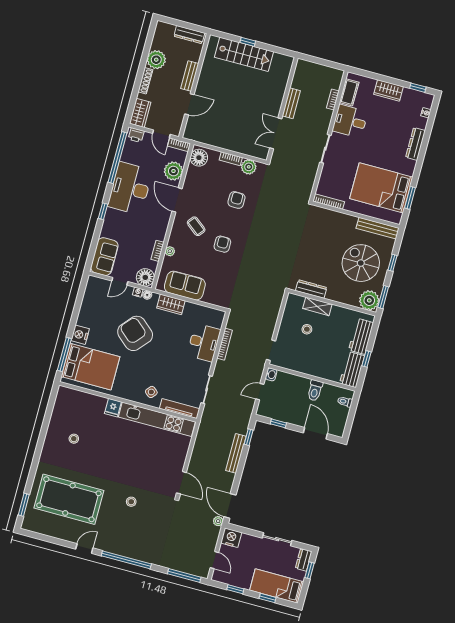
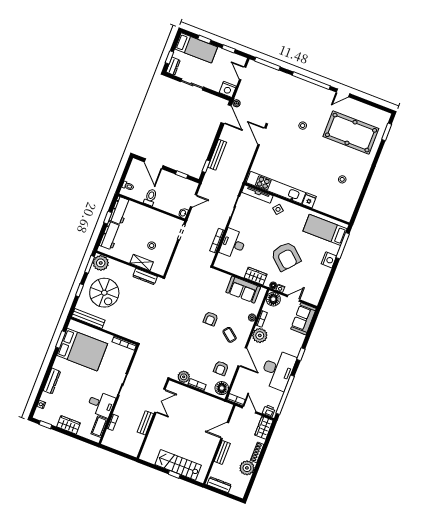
plant: (173, 171) -> (260, 335), moved
armchair: (236, 200) -> (221, 368), moved
bed: (90, 367) -> (325, 230), width x0.67

